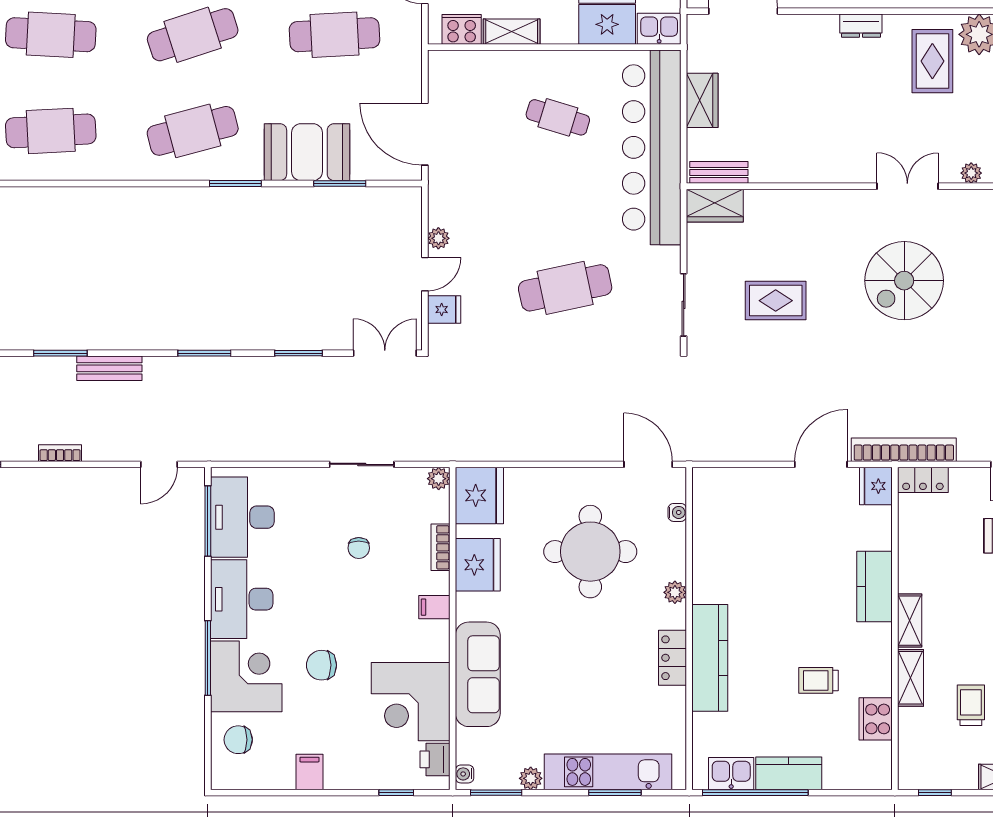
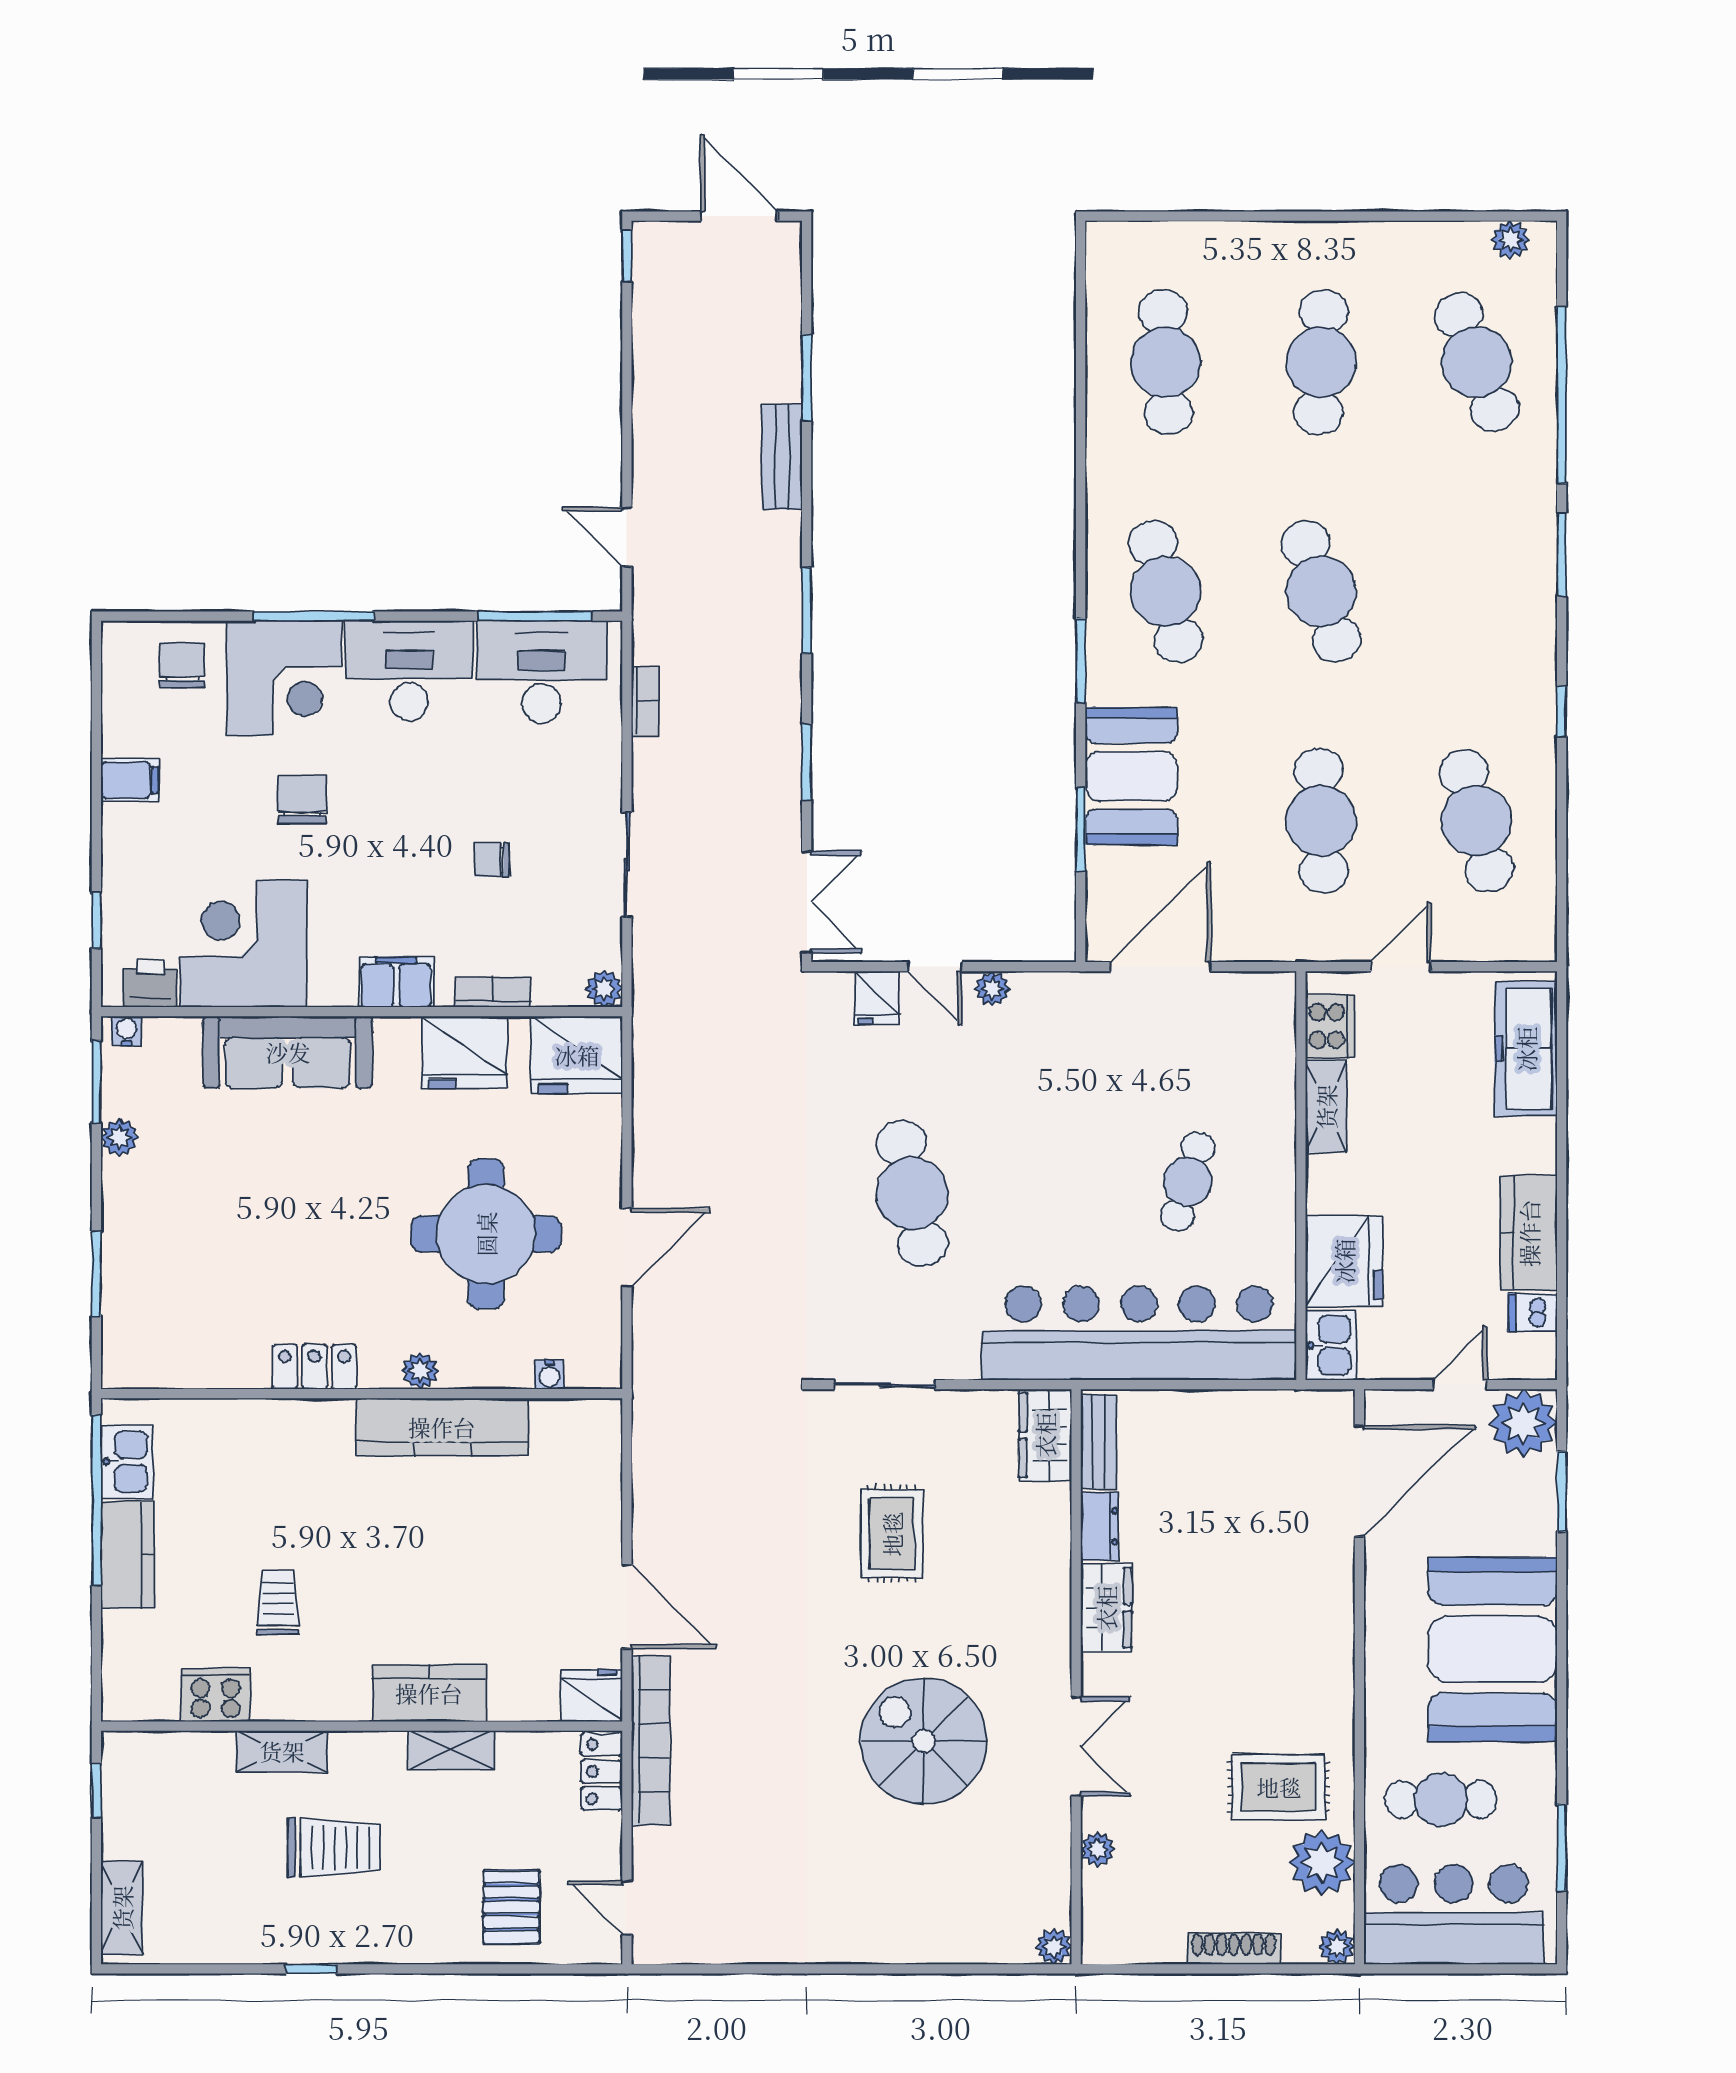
dresser: (861, 26) -> (1100, 1526), moved, turned 180
wardrobe: (702, 100) -> (1106, 1608), moved, turned -90
bookcase: (60, 453) -> (645, 701), moved
door: (648, 464) -> (627, 1248), moved
filing cabinet: (434, 607) -> (396, 982), width x2.00
shelving: (910, 621) -> (451, 1750), moved
kitchen counter: (710, 658) -> (442, 1427), moved
trolley: (971, 705) -> (334, 1848), moved, width x1.36, depth x1.39
kitchen unit: (608, 772) -> (130, 1263), removed

